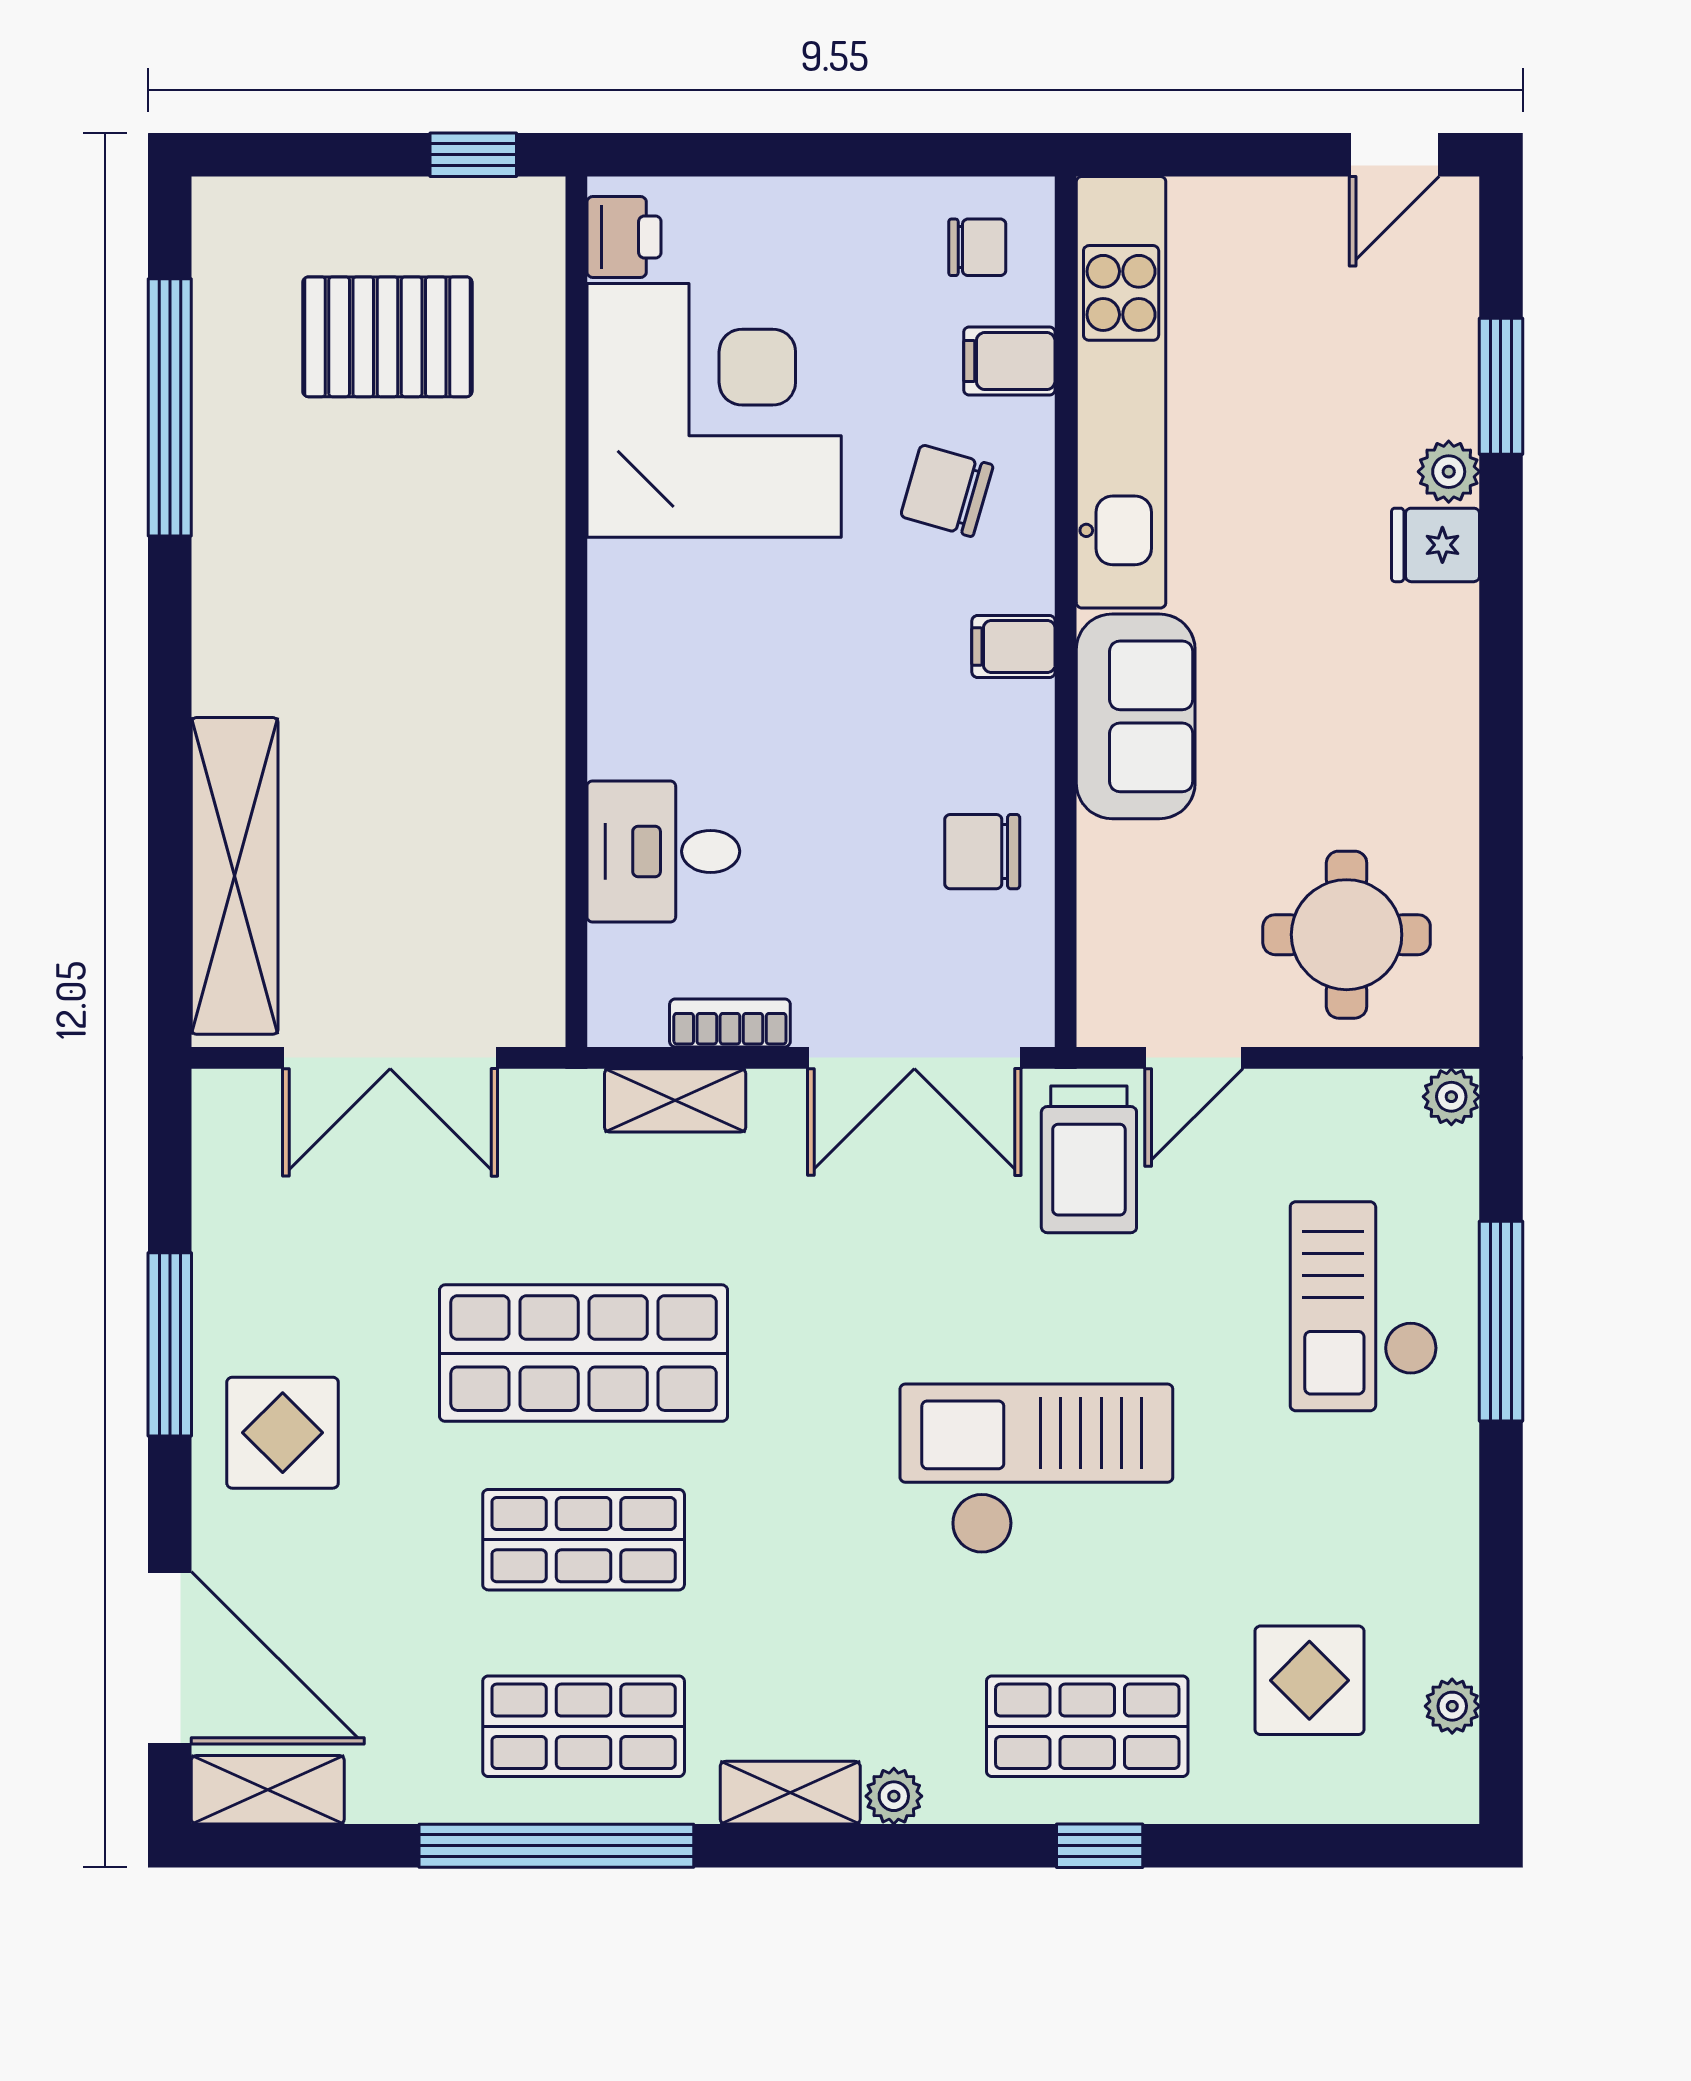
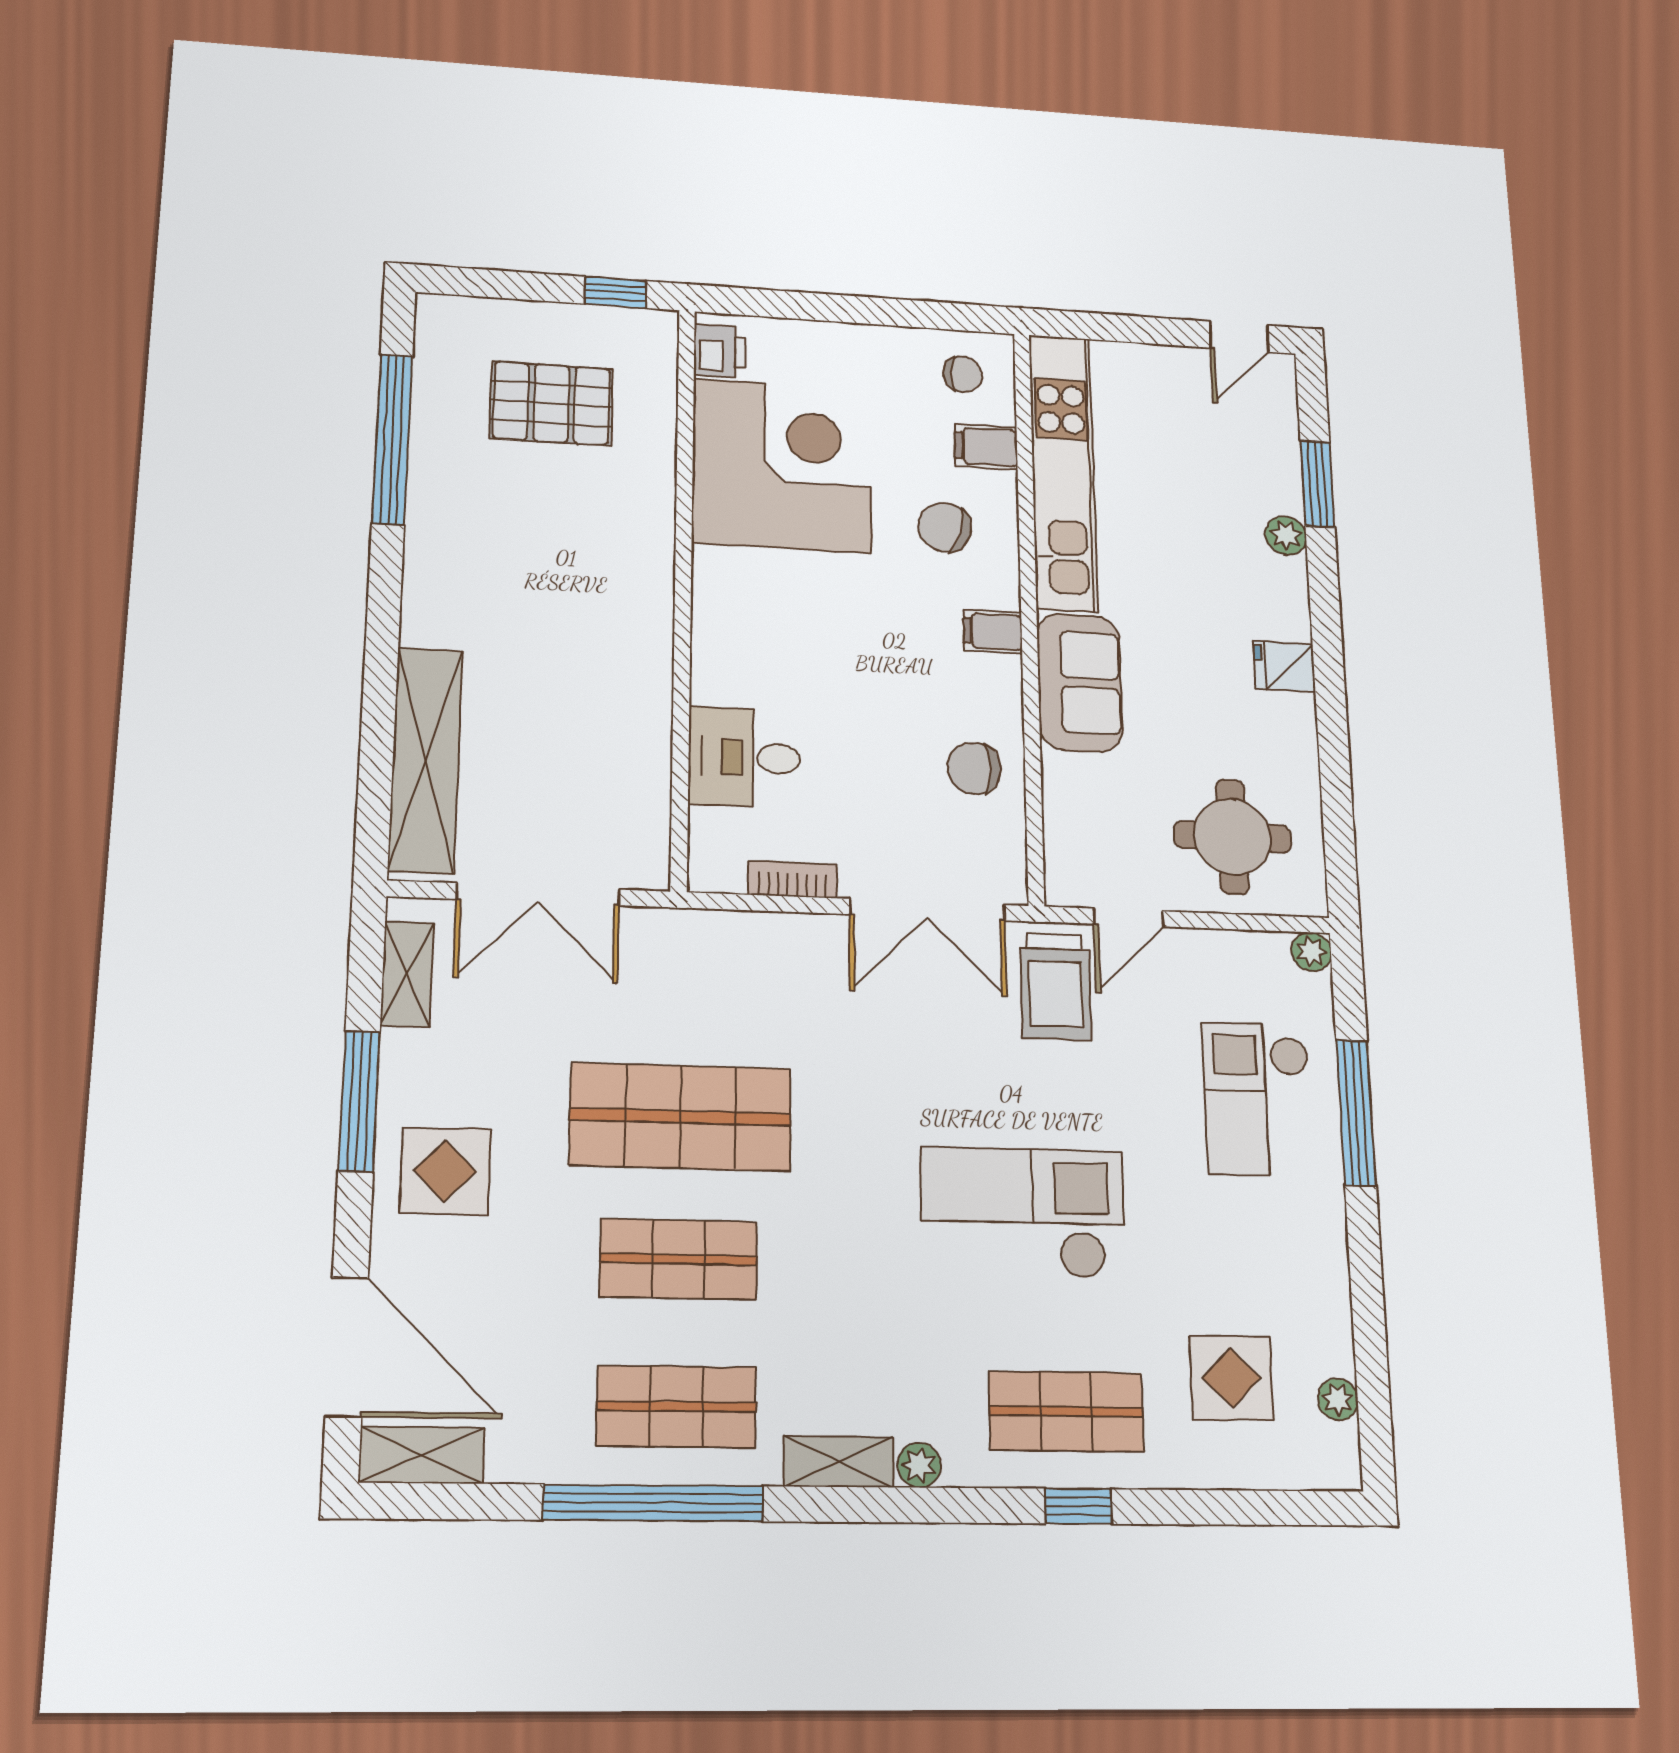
fridge: (1435, 545) -> (1284, 666), moved
shelving: (675, 1100) -> (407, 974), moved, turned 90

